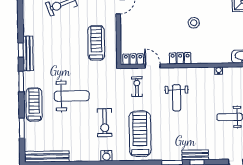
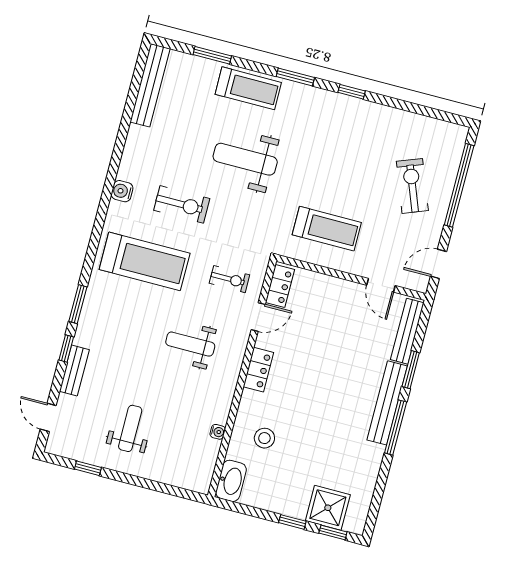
stool: (194, 23) -> (264, 438), moved
bench: (28, 53) -> (342, 103), removed
weight bench: (72, 96) -> (245, 159), turned 90
exercise bike: (105, 123) -> (182, 204), turned 180
bench: (195, 155) -> (74, 370), moved

